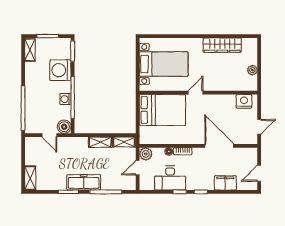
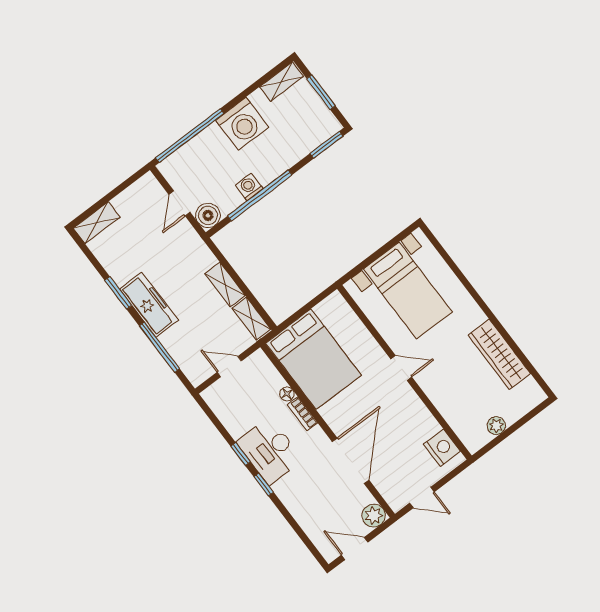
washing machine: (60, 70) -> (242, 124), moved, turned 180
bed: (162, 110) -> (314, 359), moved
plant: (146, 154) -> (374, 516), moved
desk: (170, 178) -> (270, 451), moved
filing cabinet: (225, 183) -> (304, 510), removed

